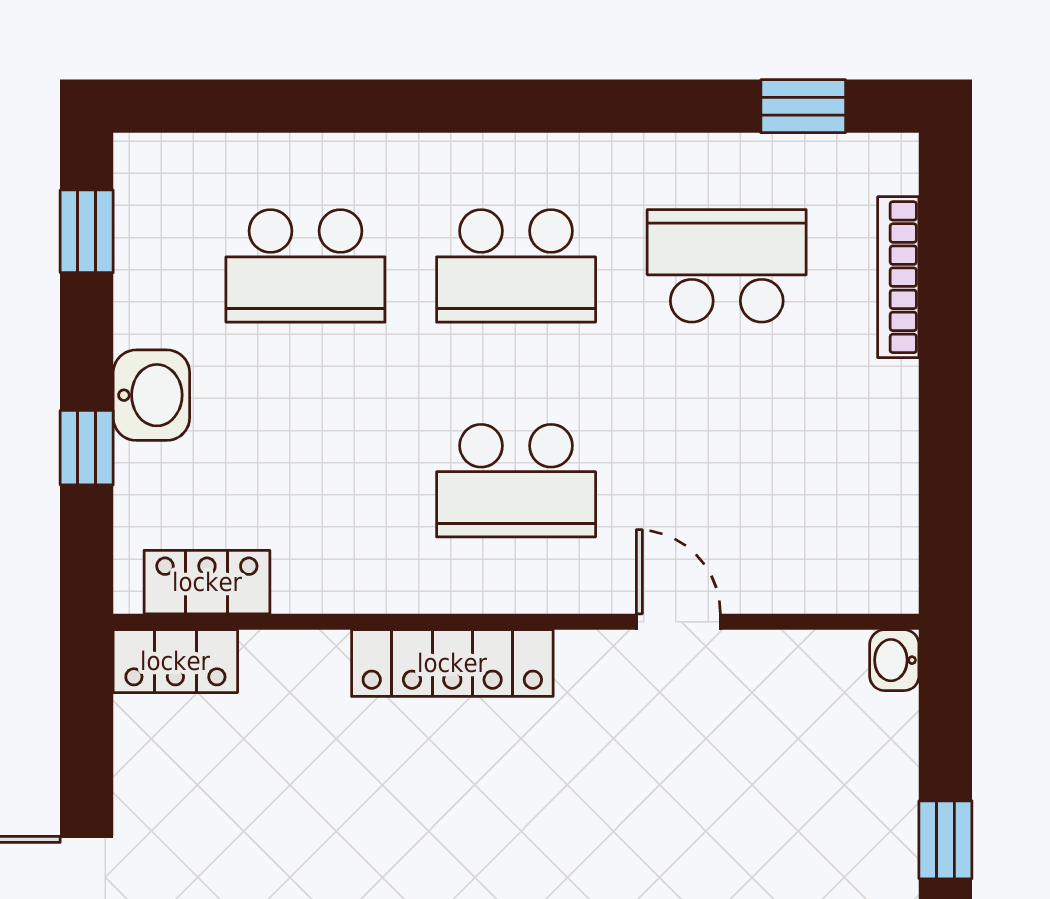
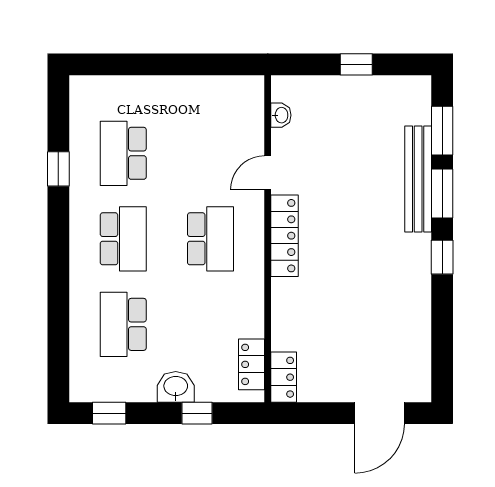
window: (803, 106) -> (58, 169), moved
school desk: (305, 266) -> (123, 324), turned 180
bookcase: (898, 277) -> (128, 84), removed
washbasin: (894, 660) -> (281, 115), moved, turned -90
locker: (452, 663) -> (284, 236), moved

